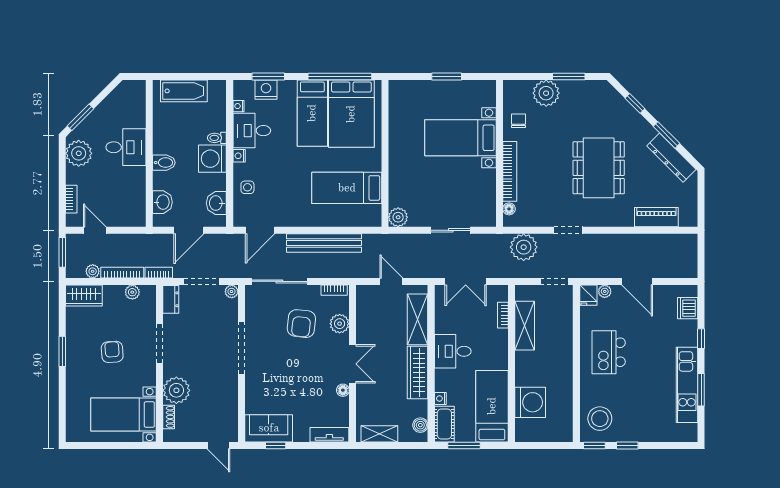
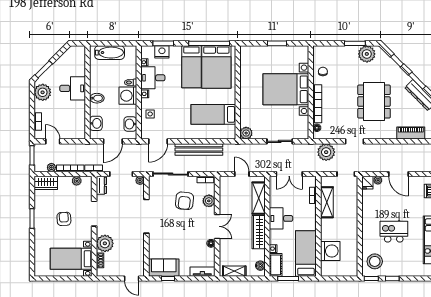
plant: (546, 93) -> (367, 54), moved
bed with nightstands: (460, 138) -> (286, 89), width x1.36
kitchen island: (609, 352) -> (394, 232), moved, turned 90

